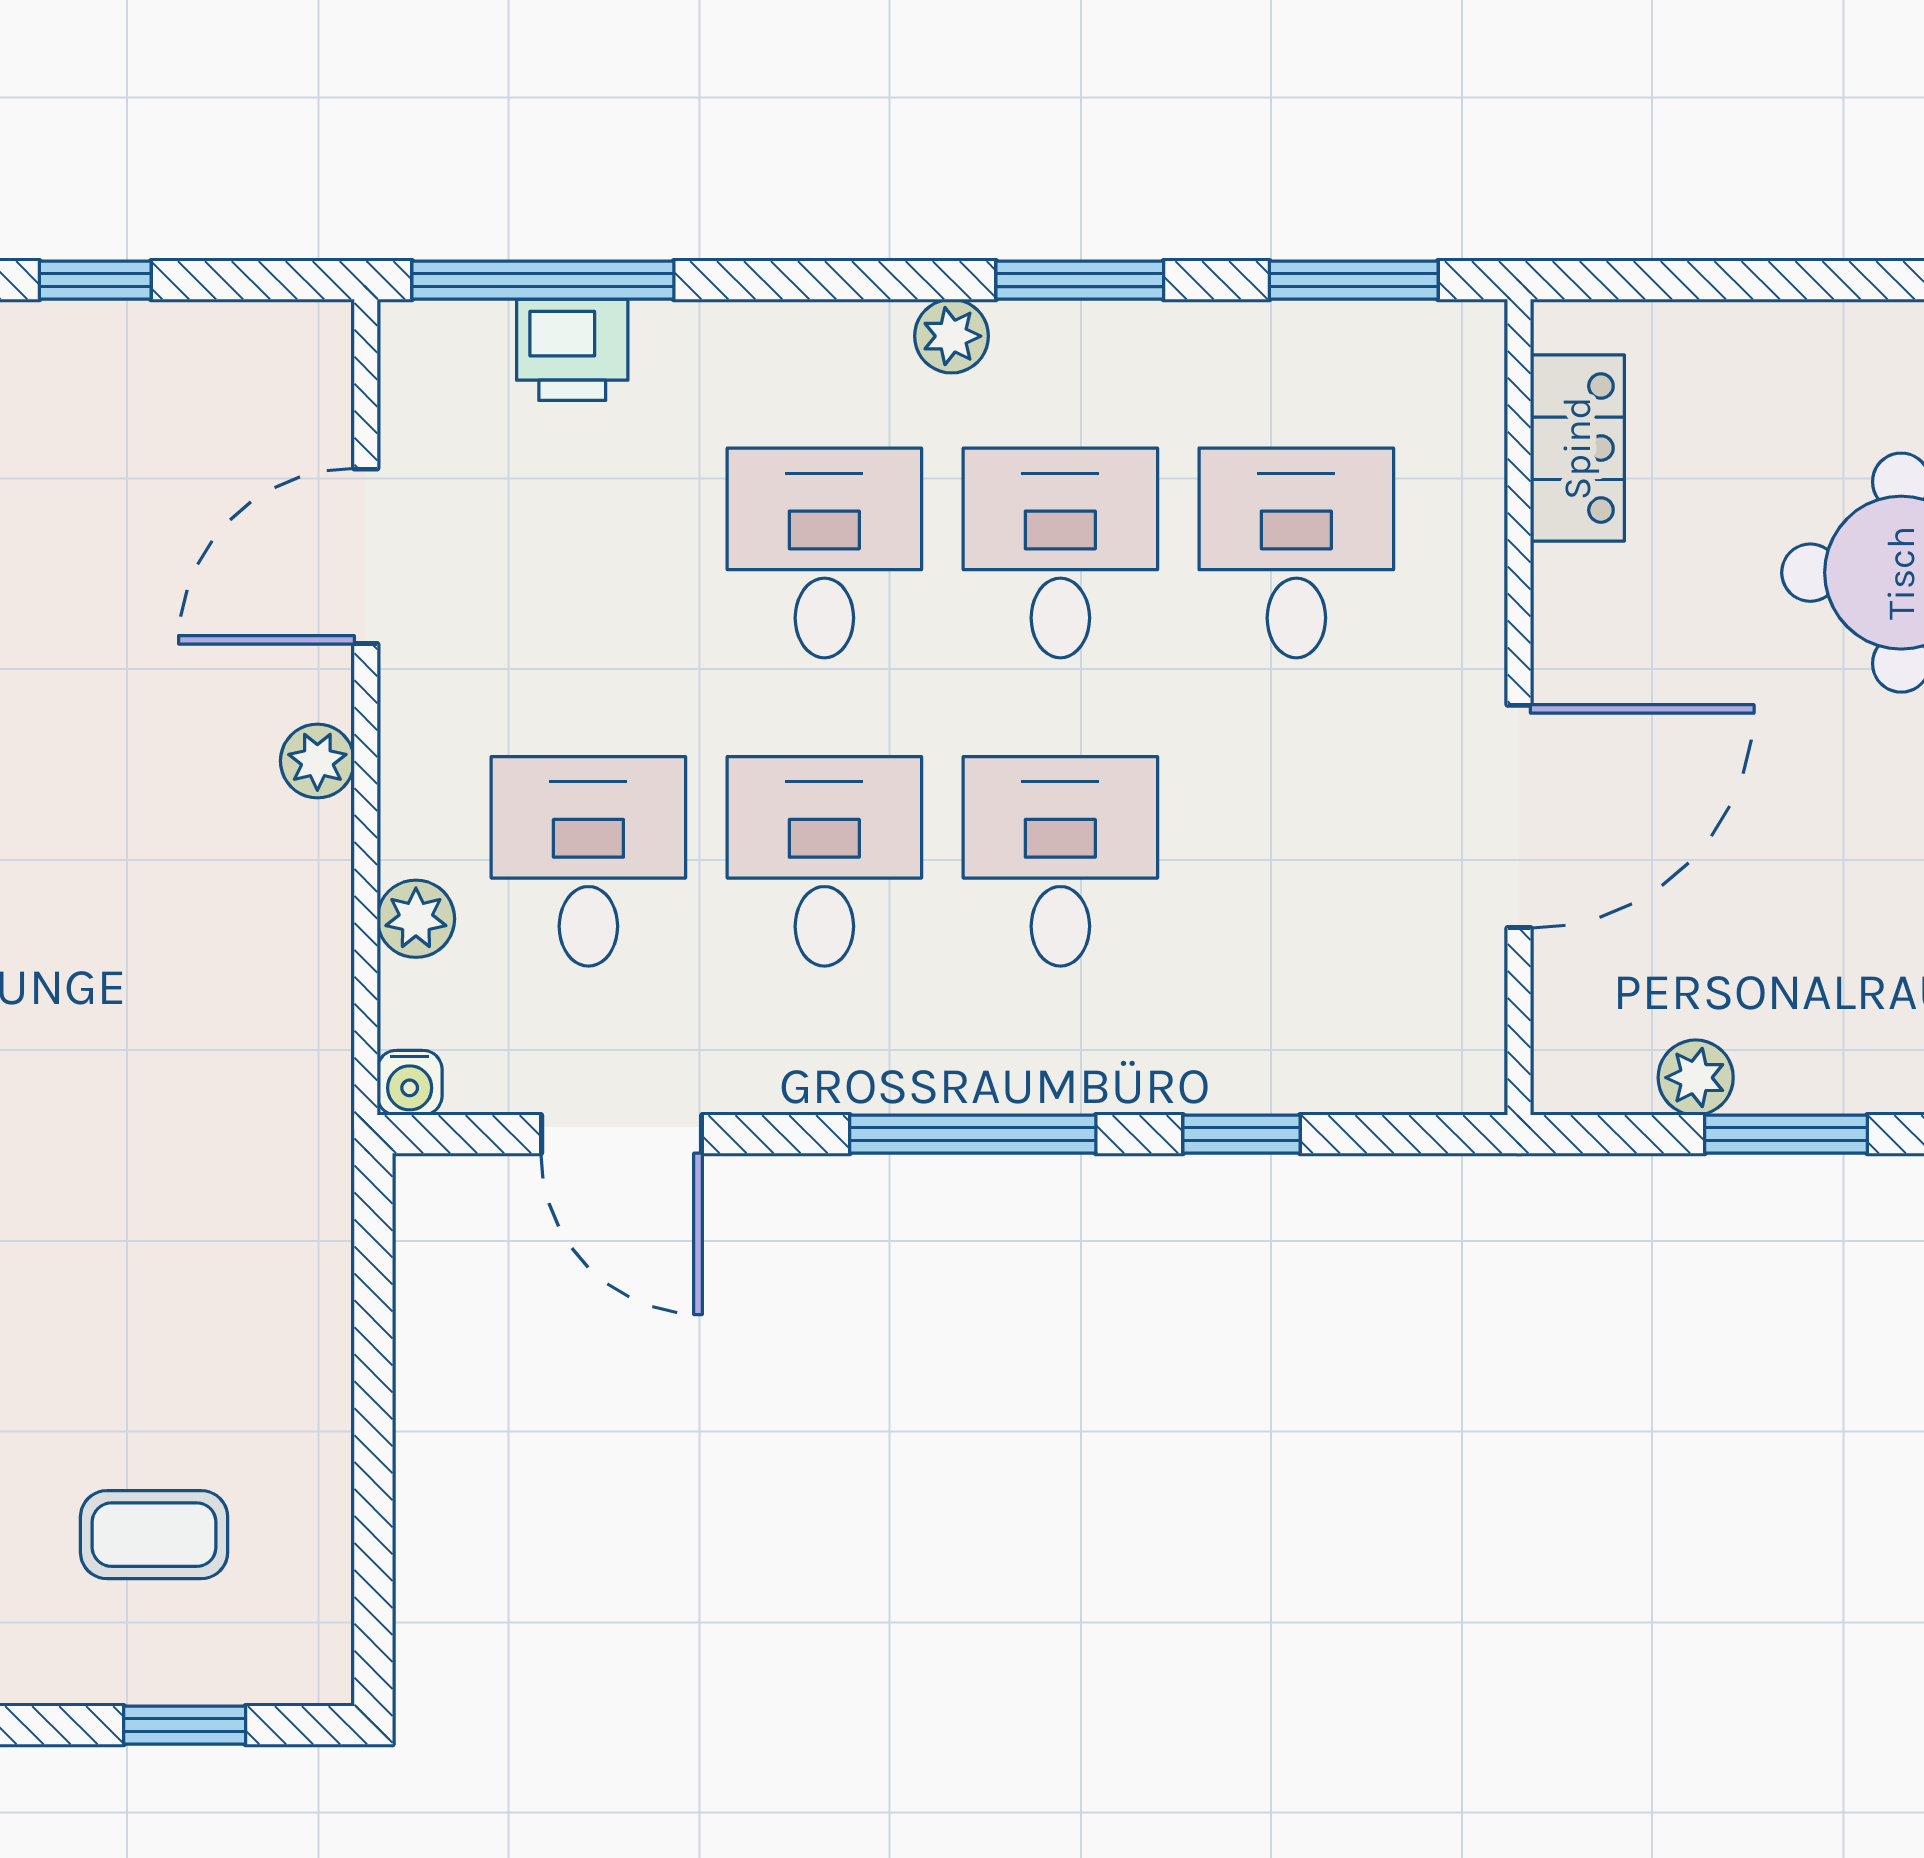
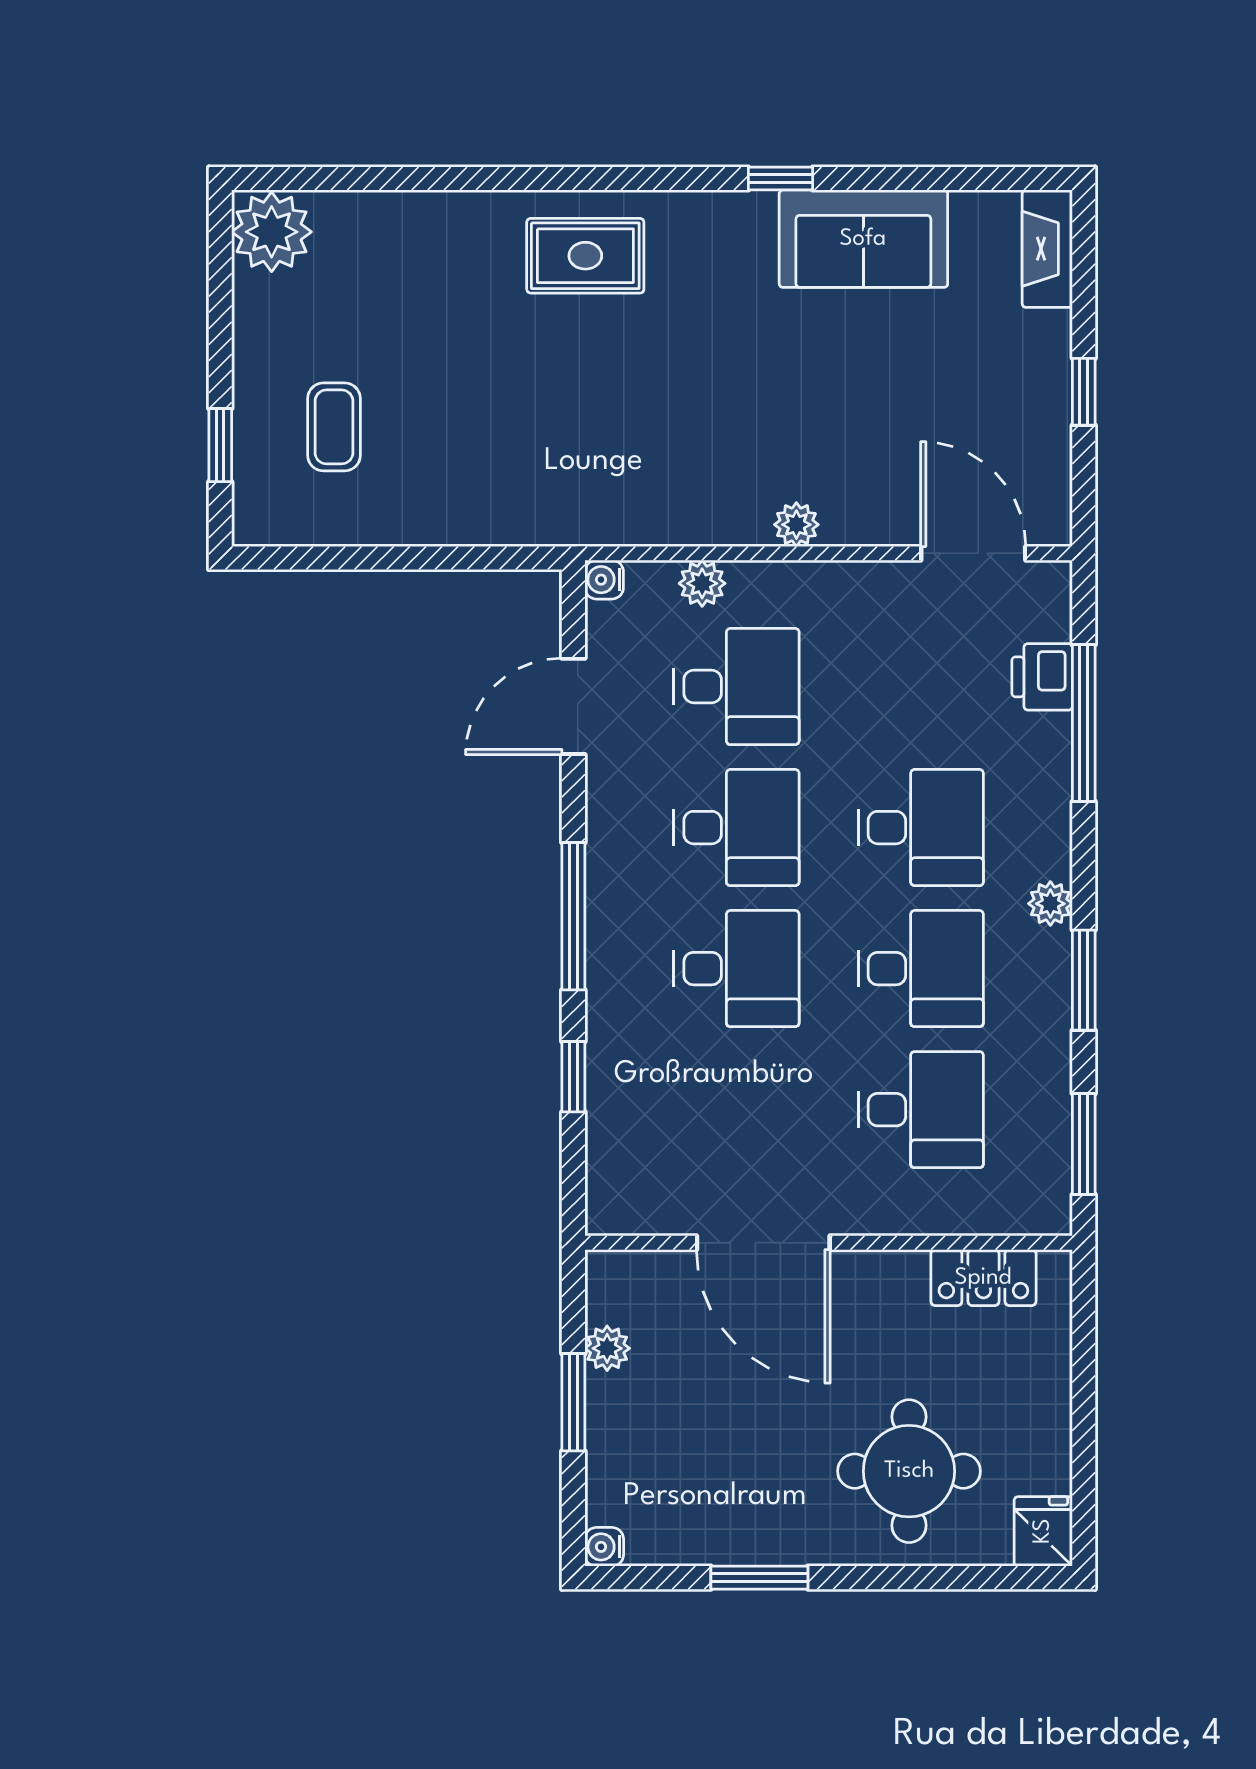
window: (543, 280) -> (1084, 723), moved
door: (366, 556) -> (973, 553), moved

